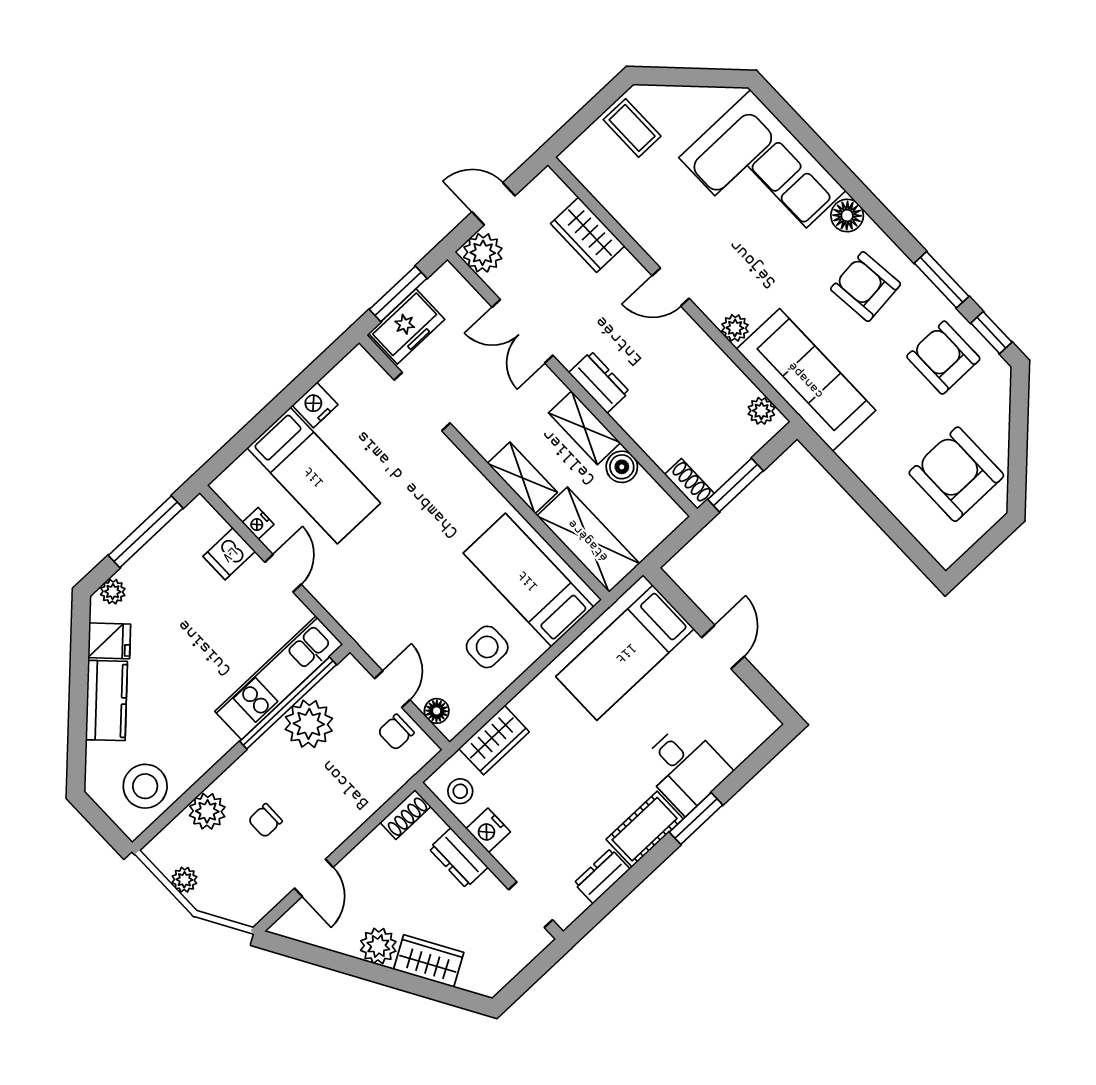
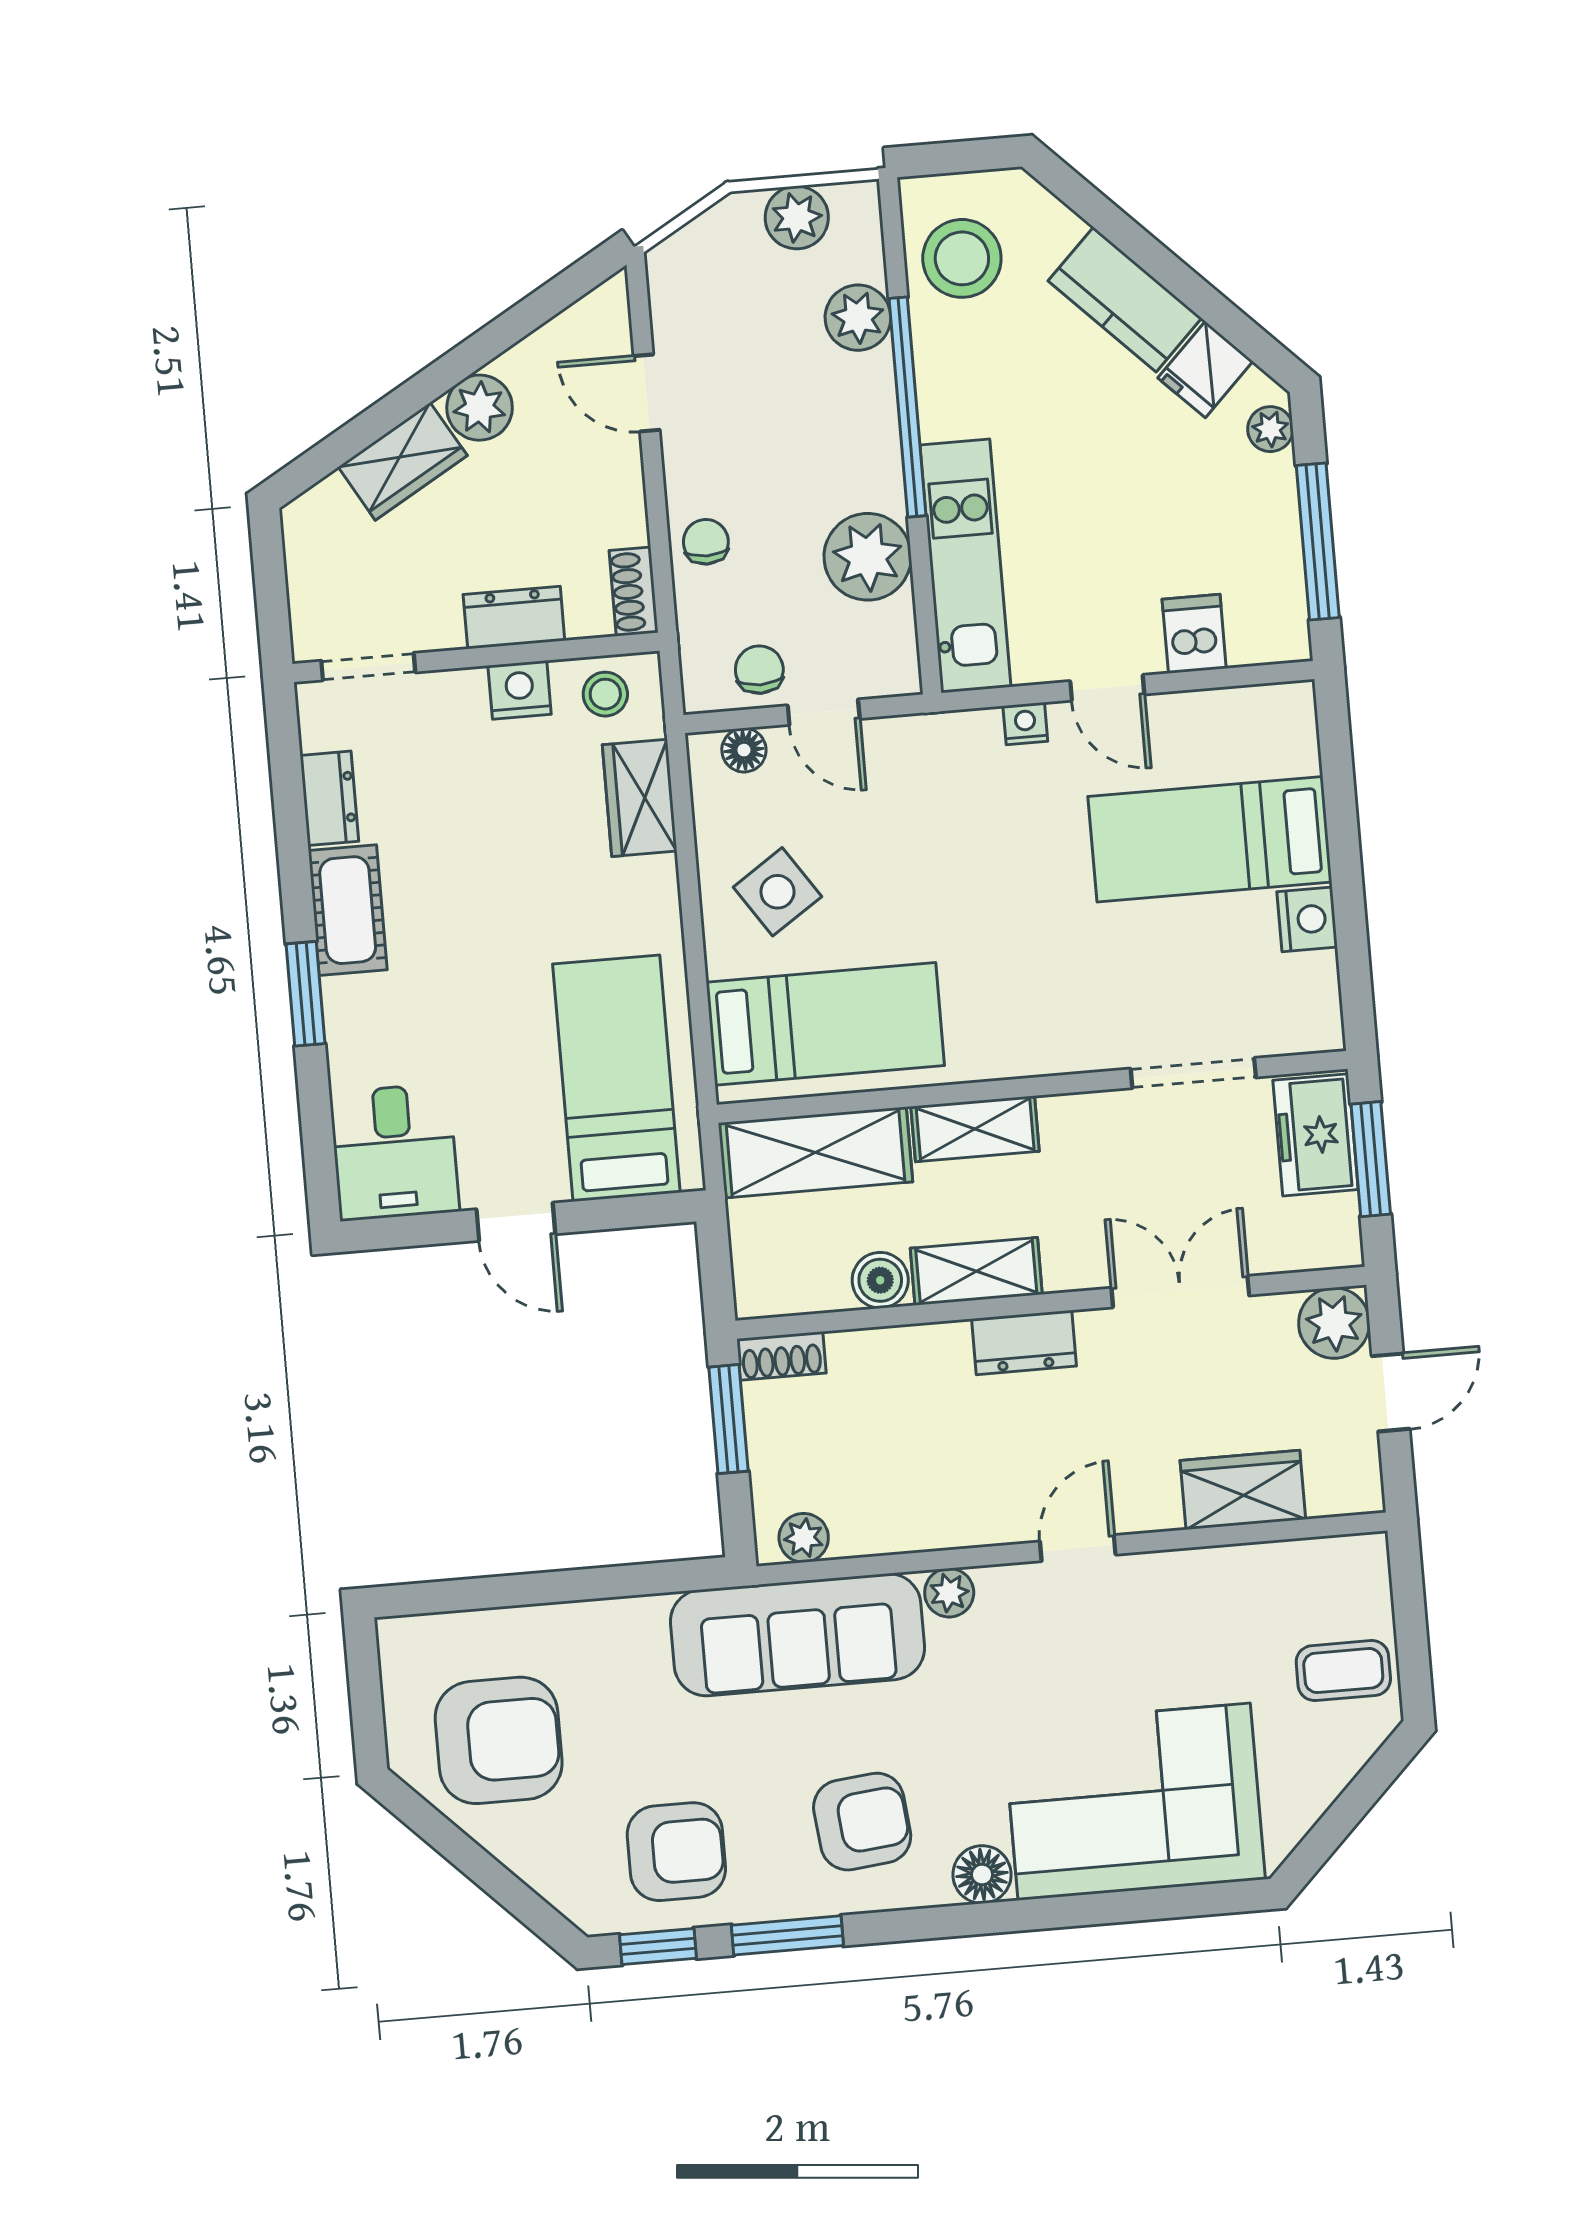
nightstand: (258, 523) -> (1025, 724), moved
side table: (487, 647) -> (777, 892), turned -34
window: (288, 703) -> (908, 407), moved
desk: (685, 768) -> (394, 1152), moved, turned -90
chair: (265, 821) -> (706, 542), moved
plant: (184, 880) -> (797, 218), width x1.38, depth x1.38

